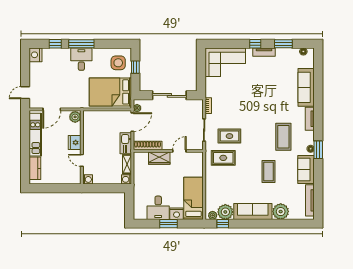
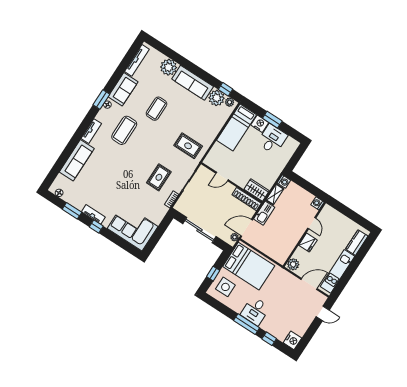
rug: (229, 136) -> (159, 177), moved, turned 90
wardrobe: (159, 158) -> (257, 190), moved

